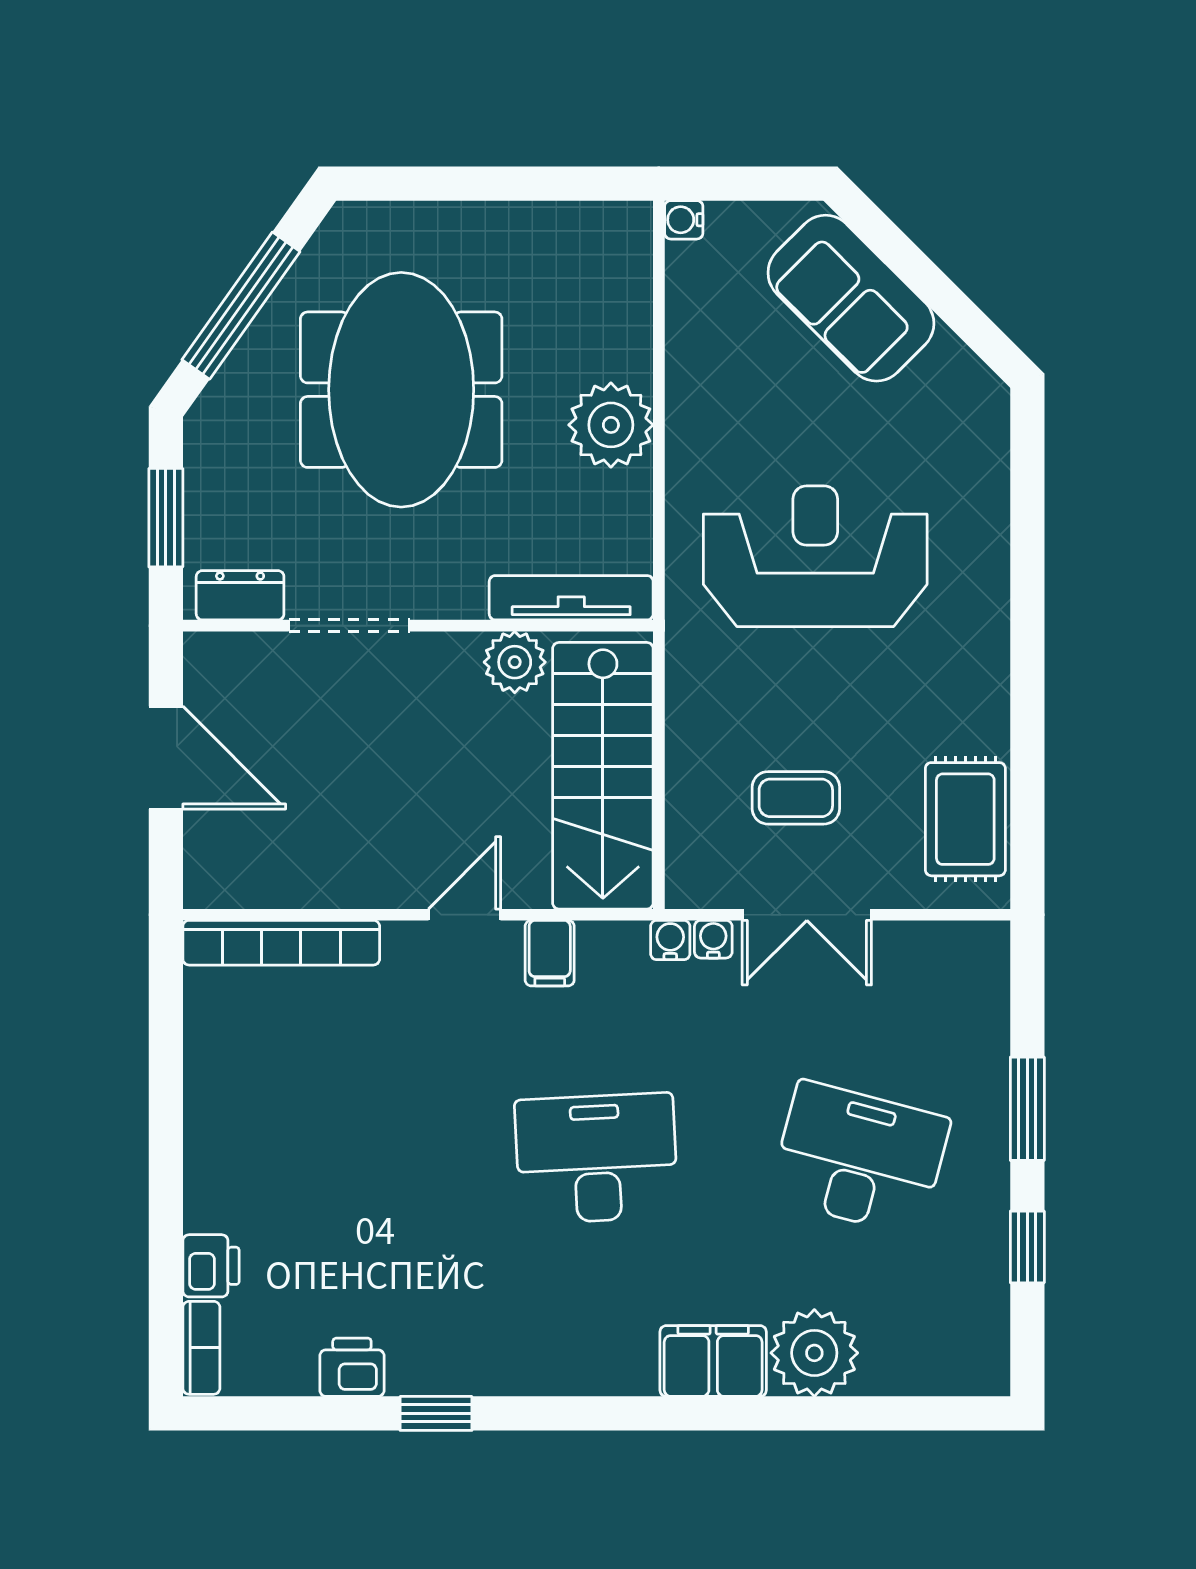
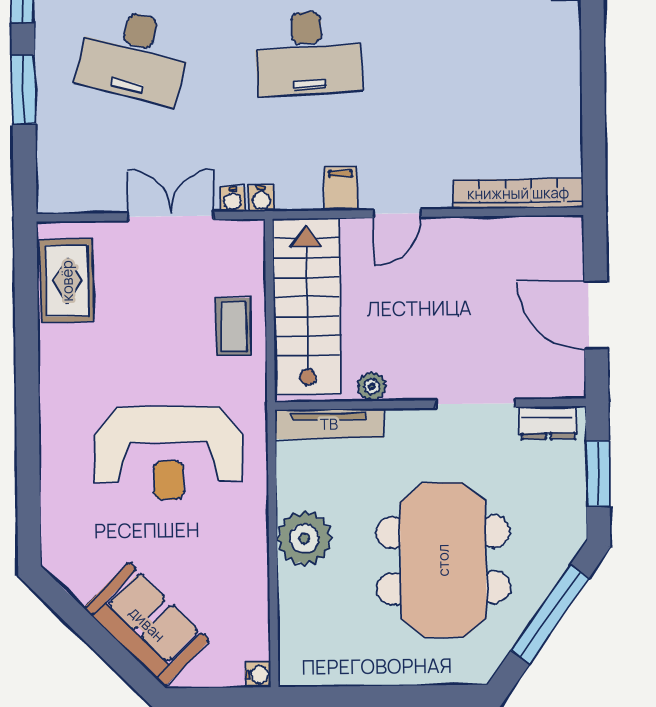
plant: (515, 662) -> (372, 386), width x0.73, depth x0.73
coffee table: (796, 798) -> (233, 327), moved, turned 90

